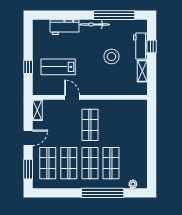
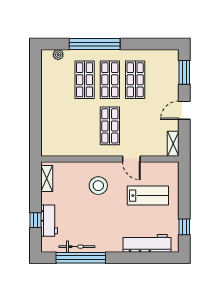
bicycle: (95, 24) -> (77, 247), moved
workbench: (64, 27) -> (147, 243), width x1.38
stool: (111, 57) -> (98, 186), moved
window: (28, 67) -> (184, 227), moved
shelving: (142, 71) -> (47, 178), moved
shop shelf: (48, 163) -> (160, 80), removed

